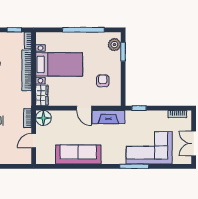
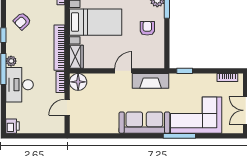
bookcase: (27, 70) -> (59, 48), moved
armchair: (103, 81) -> (147, 28), moved
door: (84, 108) -> (123, 71), swing flipped
sofa: (78, 154) -> (144, 123), moved

